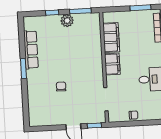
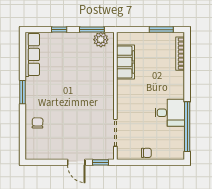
plant: (67, 21) -> (101, 40), moved
row of seats: (31, 50) -> (32, 54), moved
filing cabinet: (112, 64) -> (125, 93), removed
chair: (61, 87) -> (38, 123), moved

